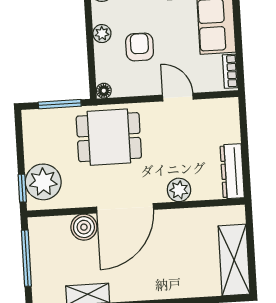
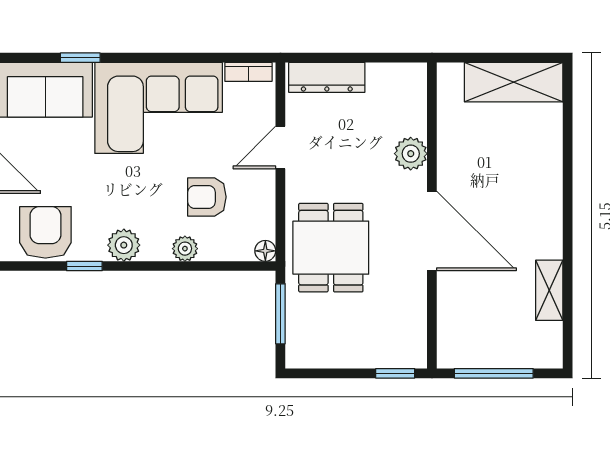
dresser: (232, 171) -> (327, 77), moved
plant: (43, 182) -> (388, 343), removed
boiler: (84, 227) -> (455, 290), removed

